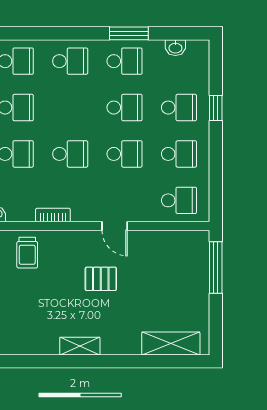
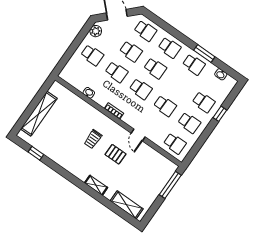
school desk: (125, 108) -> (155, 68), moved
trolley: (27, 253) -> (93, 139), moved
shelving: (80, 346) -> (96, 185), moved

